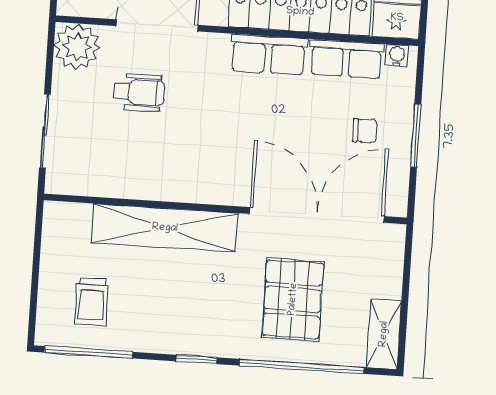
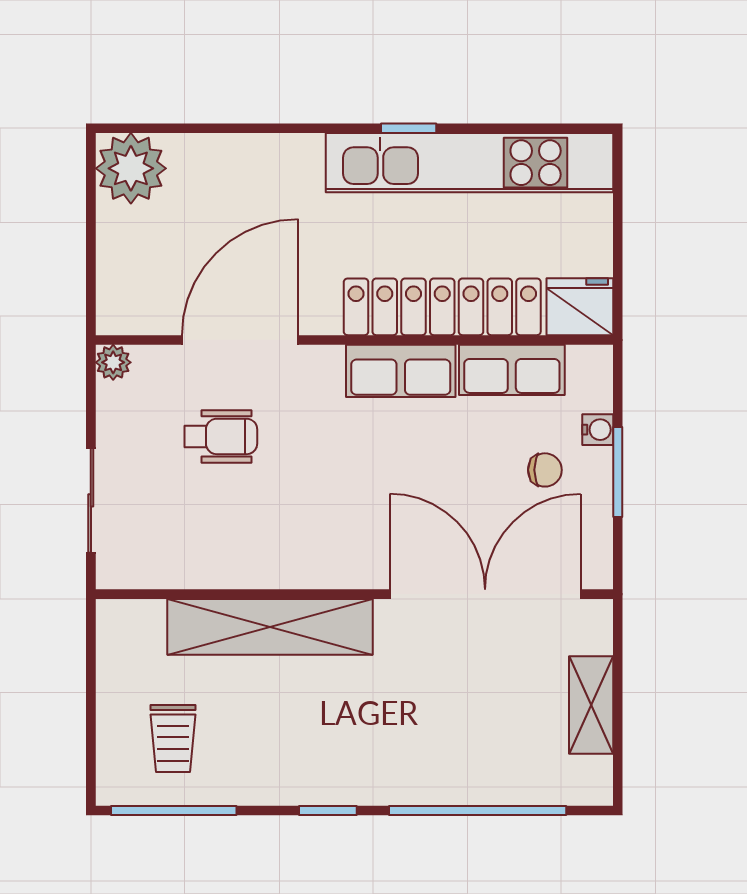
plant: (77, 47) -> (113, 362), width x0.53, depth x0.53
water cooler: (397, 56) -> (598, 430), moved, turned 90
pallet: (293, 299) -> (459, 716), removed
shelving: (384, 334) -> (591, 705), moved

